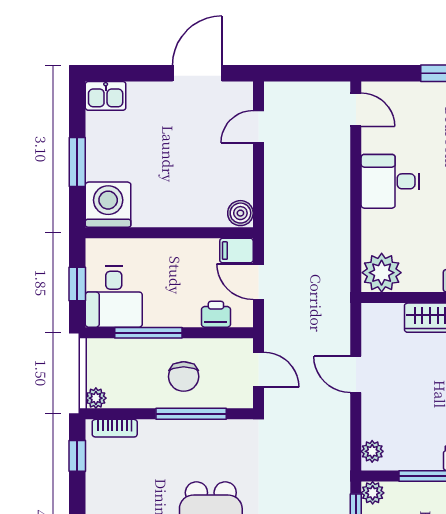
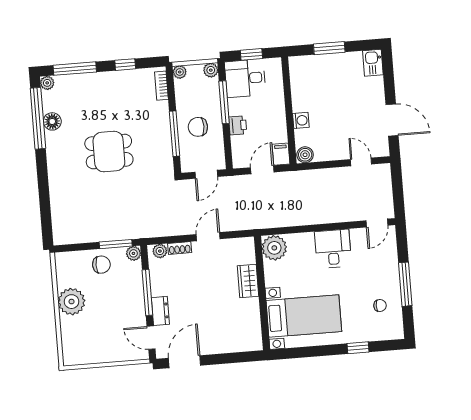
washing machine: (108, 205) -> (301, 120), moved, width x0.53, depth x0.53
printer: (216, 314) -> (238, 125), moved
plant: (97, 349) -> (211, 70), added
shoe rack: (370, 420) -> (180, 248), added
window: (77, 456) -> (125, 65), moved

